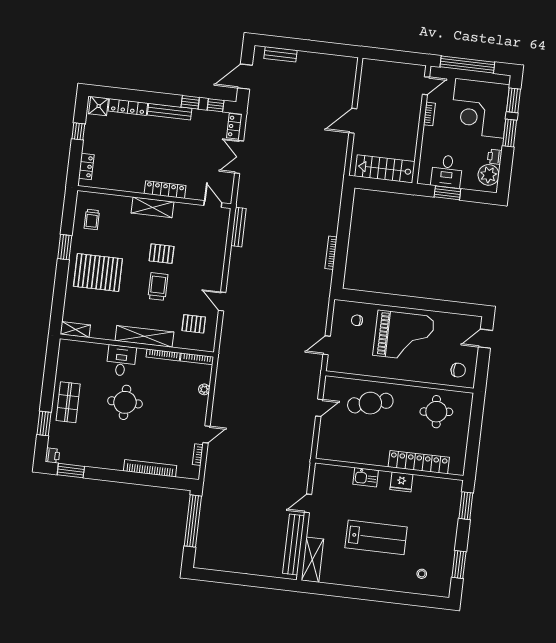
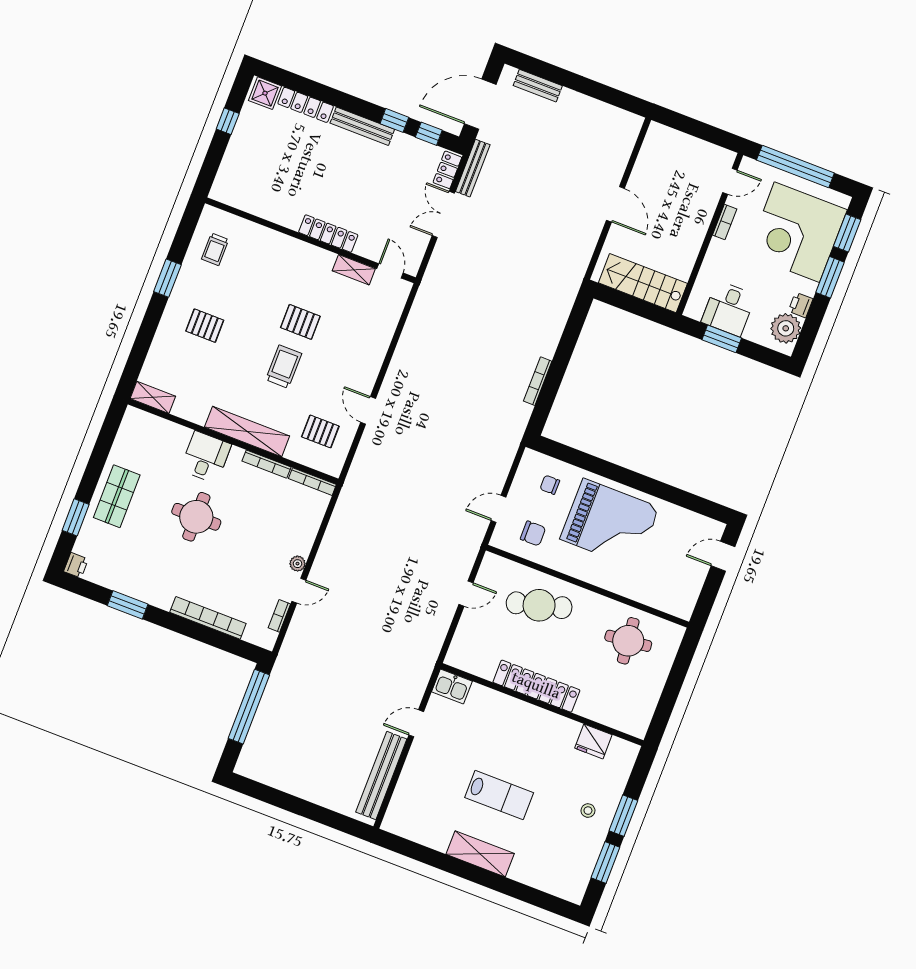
door: (245, 77) -> (480, 104), width x1.36
door: (353, 121) -> (615, 204), swing flipped
locker: (86, 166) -> (226, 173), removed
shelving: (153, 207) -> (354, 270), moved, width x0.67, depth x0.75
bench: (238, 227) -> (473, 168), moved
pallet: (98, 273) -> (205, 326), width x0.49, depth x0.50
chair: (458, 370) -> (533, 533), moved
plant: (204, 389) -> (298, 564), moved
locker: (419, 462) -> (536, 686), moved
window: (71, 471) -> (128, 605), moved
kitchen sink: (366, 477) -> (452, 687), moved
fridge: (401, 482) -> (593, 741), moved
window: (466, 506) -> (623, 816), moved
lab bench: (376, 537) -> (499, 795), width x0.73, depth x0.72
shelving: (312, 560) -> (480, 854), moved, turned 90
stool: (422, 574) -> (588, 811), moved

